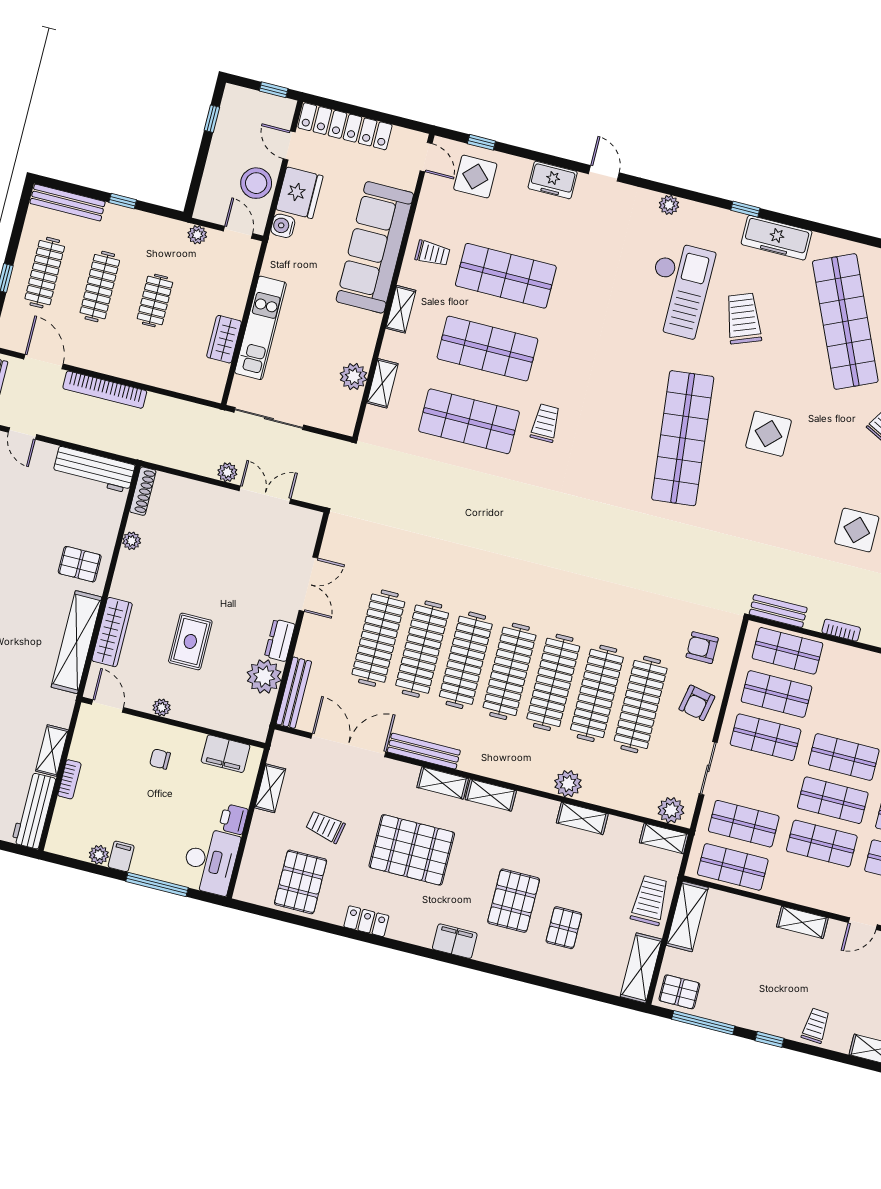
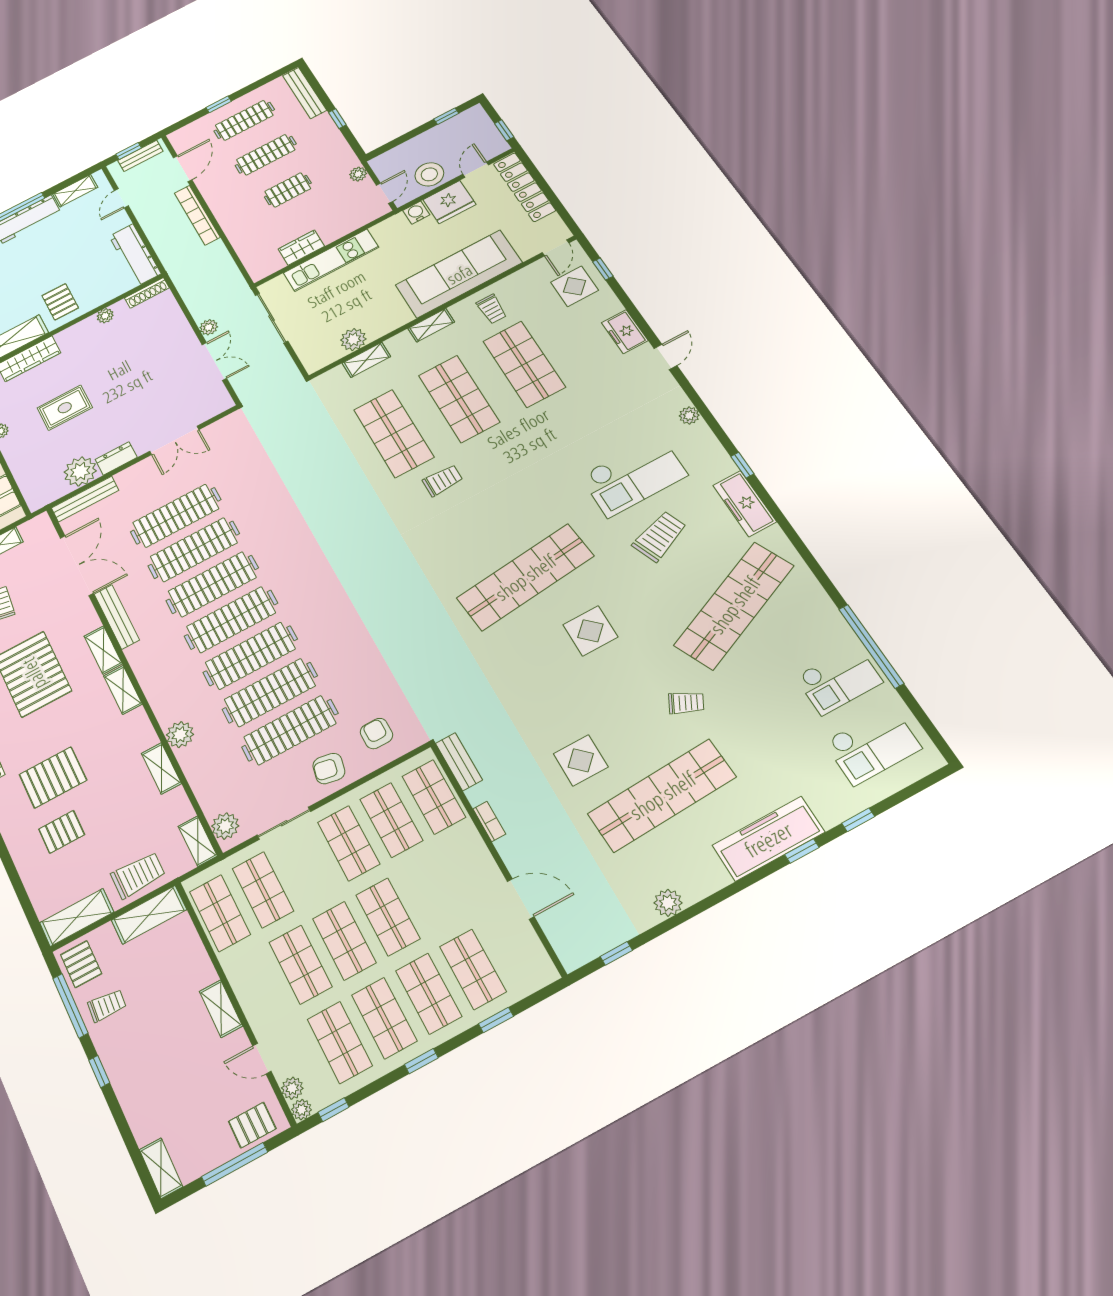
trolley: (816, 1026) -> (107, 1005), moved

